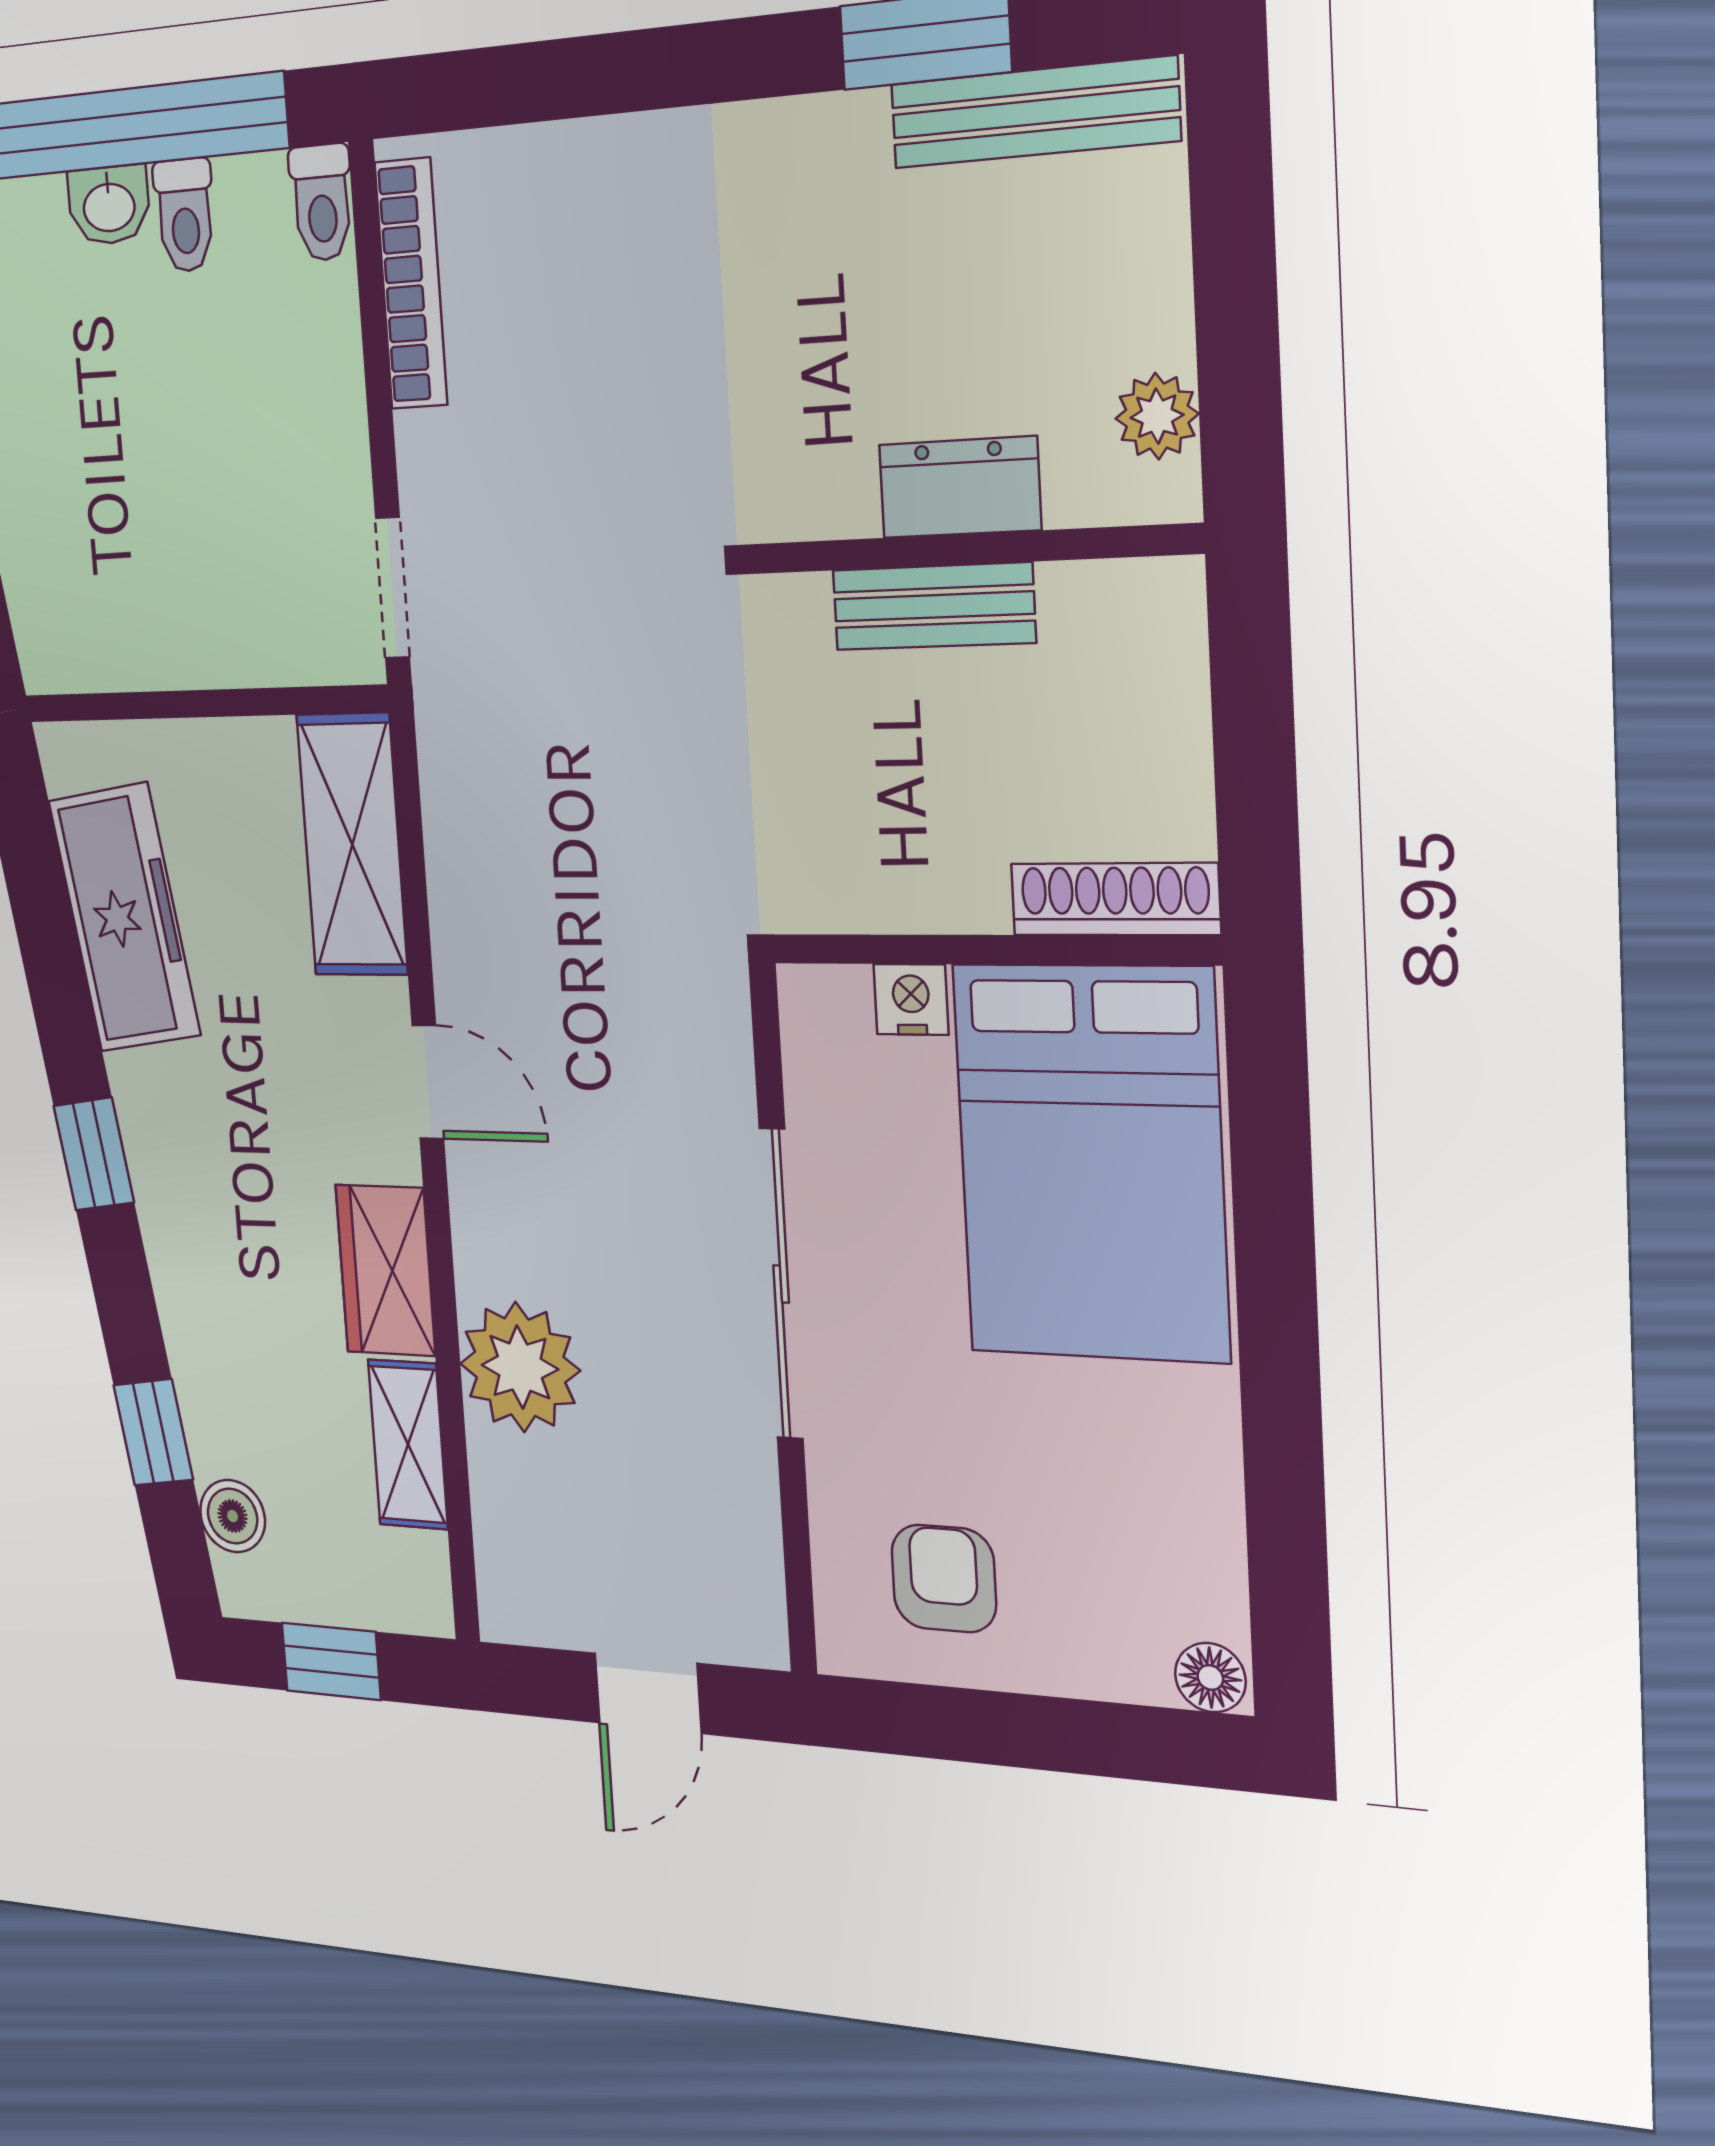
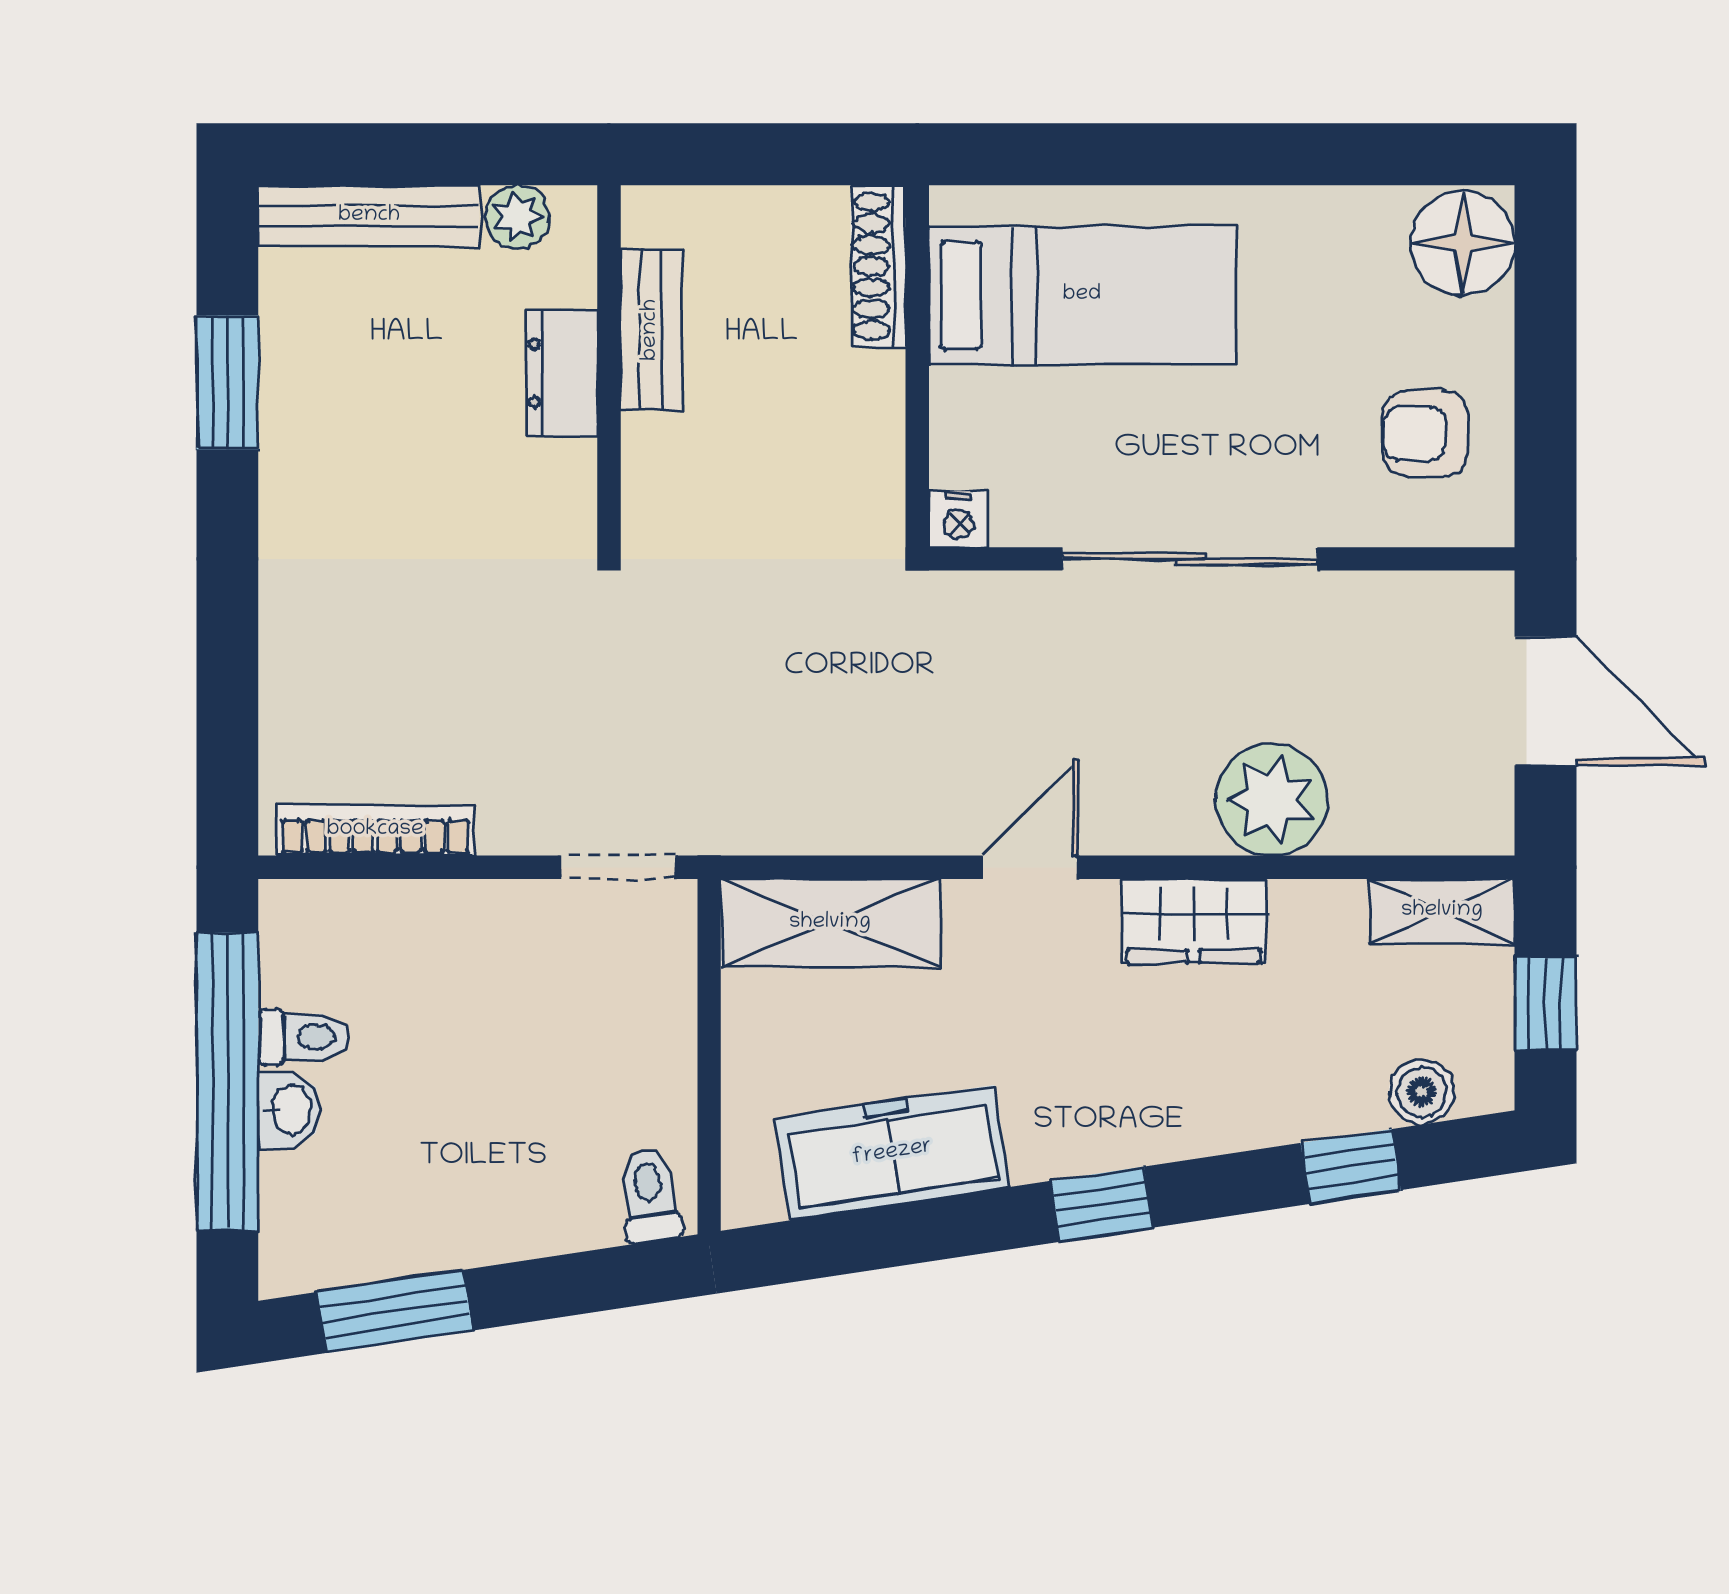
bench: (1034, 112) -> (369, 216), moved, turned 90
toilet: (322, 203) -> (649, 1195), moved, turned -99
bench: (934, 606) -> (651, 330), moved
nightstand: (911, 999) -> (958, 519), moved, turned -90
bed: (1091, 1162) -> (1082, 295), width x0.67
shelving: (408, 1444) -> (1442, 911), moved
floor lamp: (1210, 1678) -> (1462, 243), width x1.89, depth x1.89
door: (648, 1693) -> (1545, 701), width x1.38

